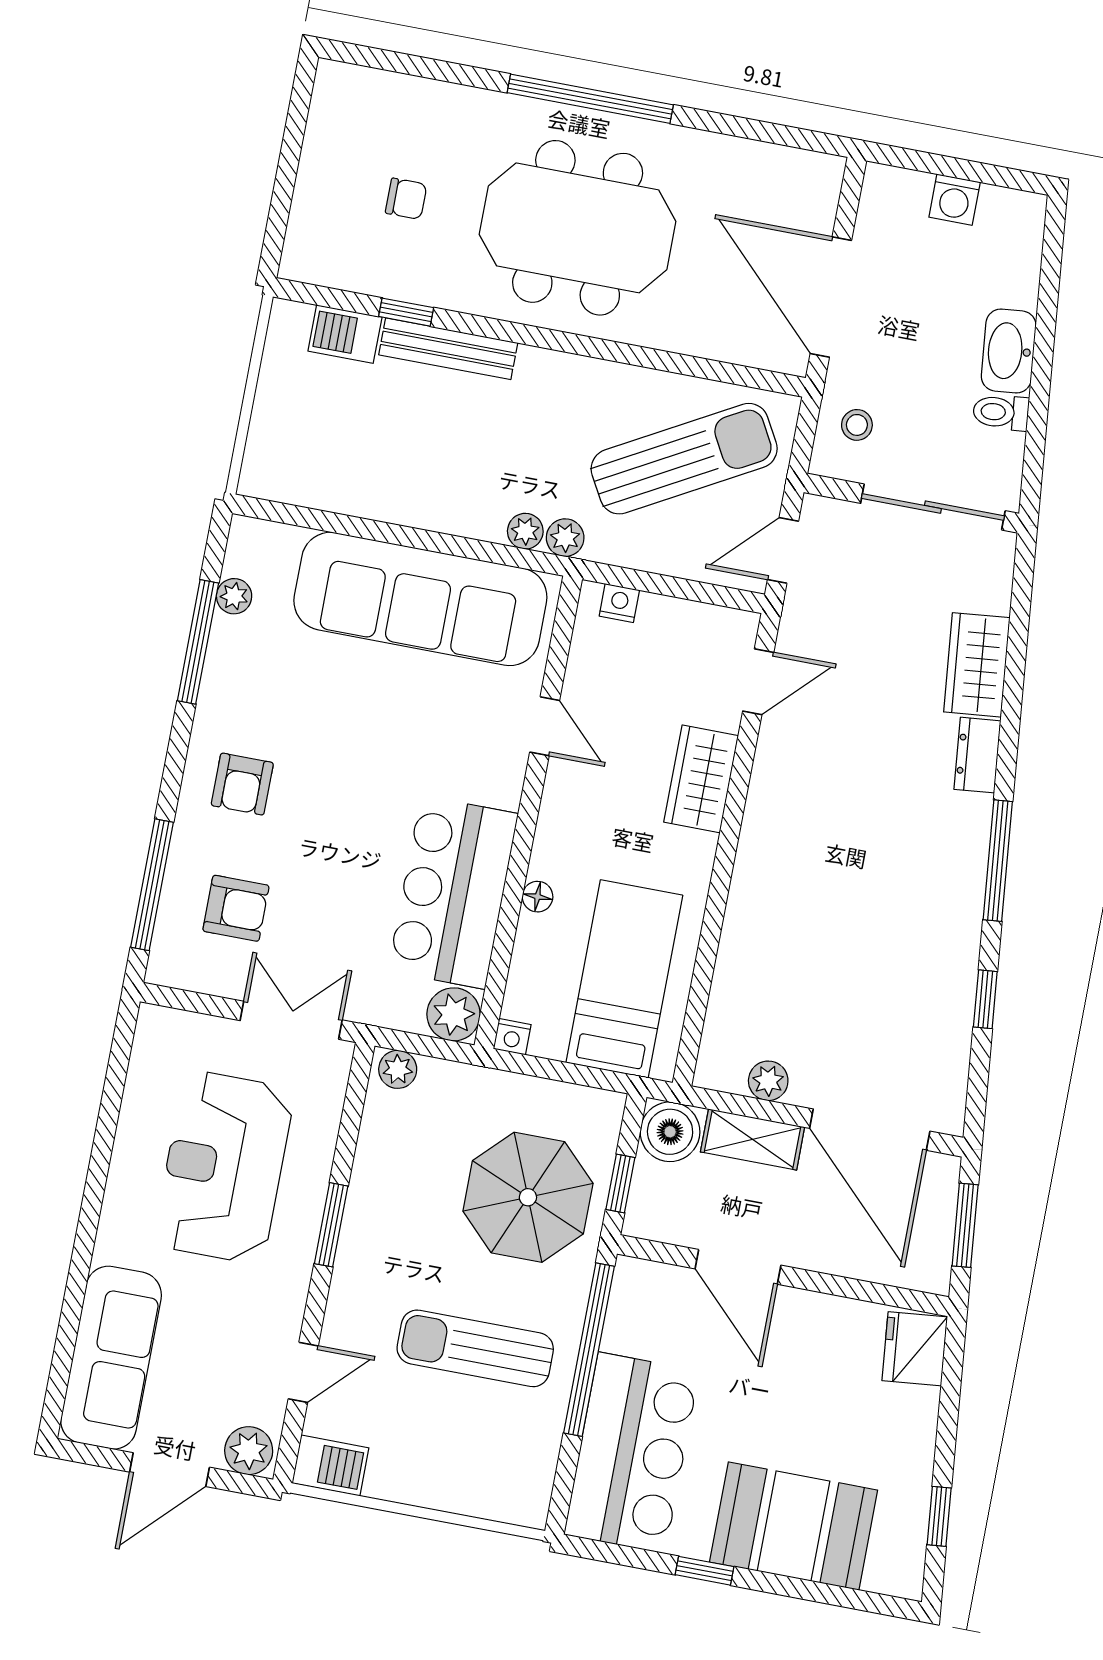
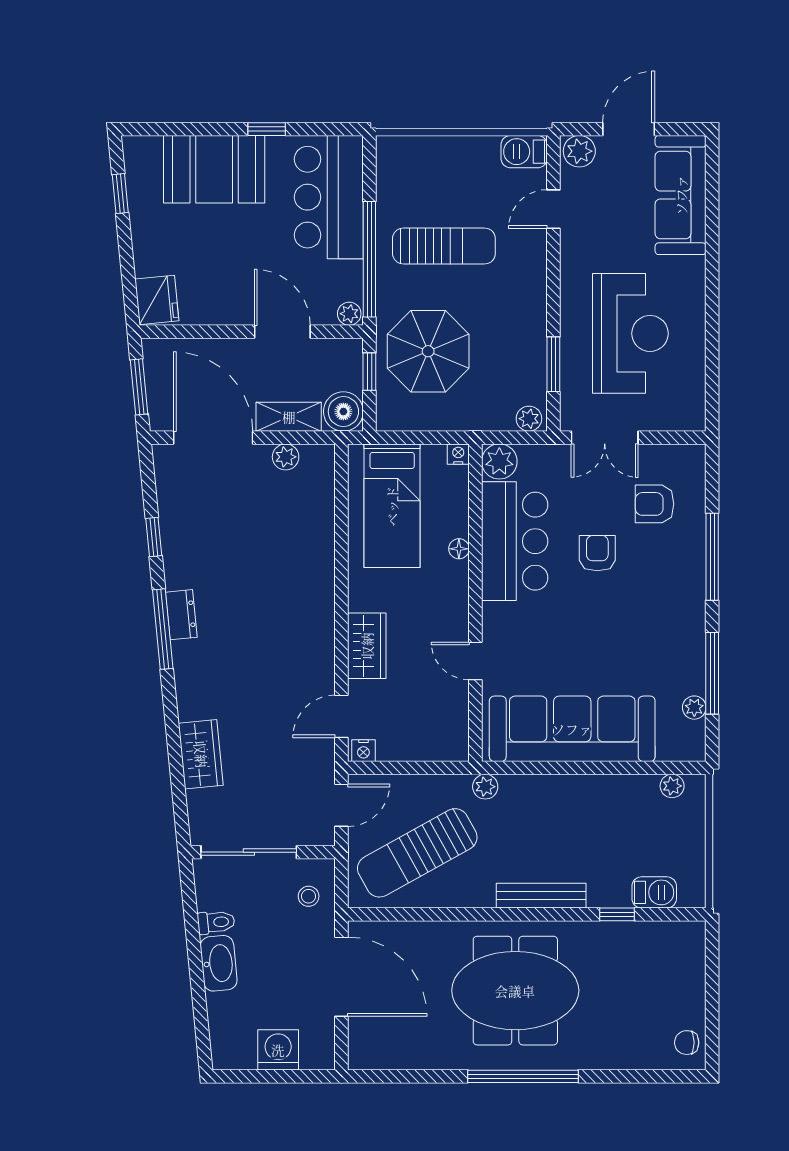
chair: (406, 199) -> (687, 1043), moved
washing machine: (955, 200) -> (278, 1050), width x1.38, depth x1.38
bench: (448, 349) -> (541, 896), moved
plant: (525, 531) -> (672, 786), moved
nightstand: (619, 603) -> (363, 751), moved
dresser: (977, 755) -> (181, 615), moved
armchair: (242, 784) -> (597, 553), moved
window: (152, 885) -> (712, 557), moved
window: (331, 1225) -> (553, 364), moved
plant: (634, 1275) -> (349, 314), added

